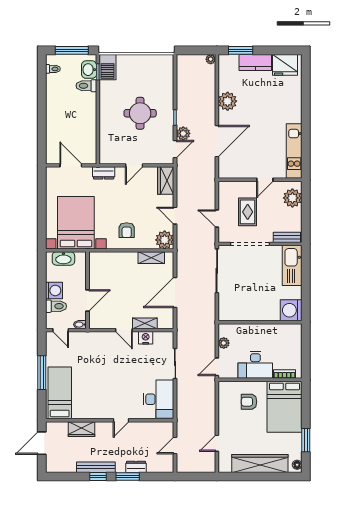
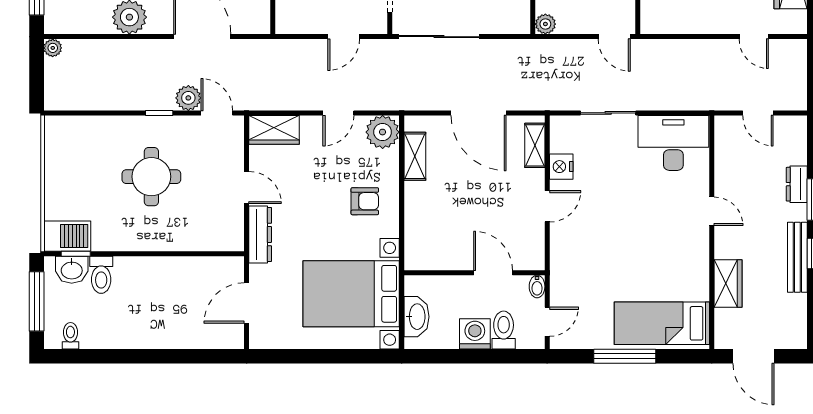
dresser: (104, 173) -> (260, 234), width x1.44
shelving: (145, 323) -> (535, 145), moved
plant: (224, 343) -> (545, 24), moved

